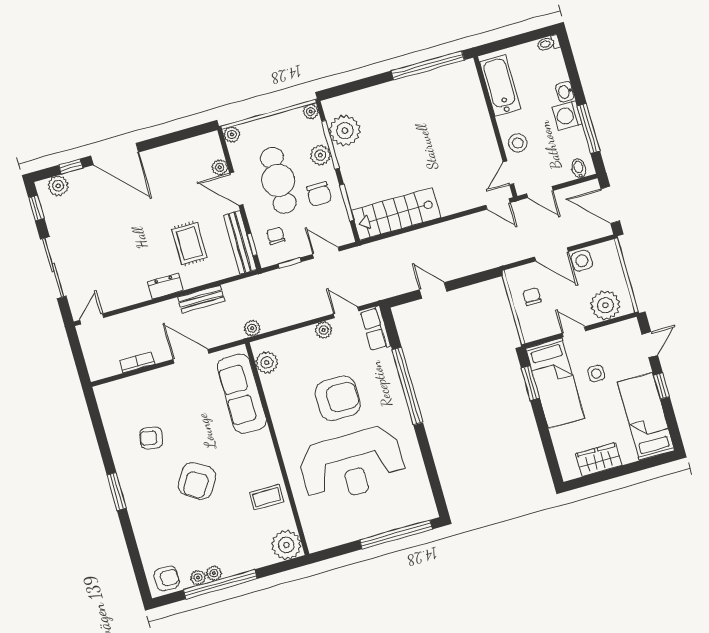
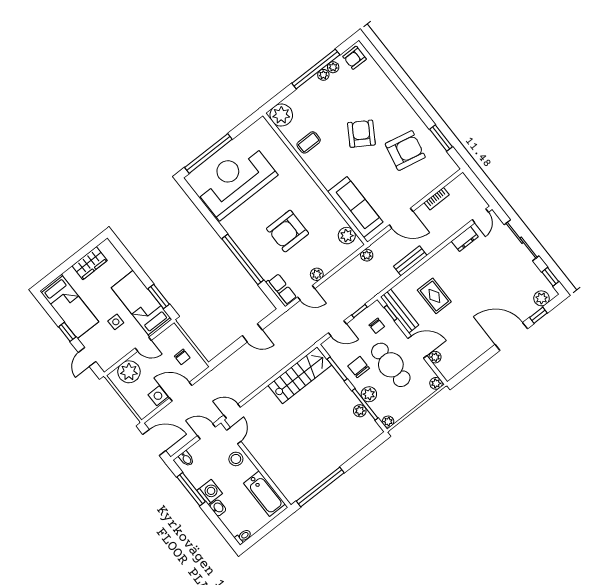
plant: (345, 131) -> (360, 411), width x0.53, depth x0.53
dresser: (165, 286) -> (465, 239), moved
armchair: (151, 438) -> (405, 151), width x1.88, depth x1.88
reception desk: (352, 465) -> (235, 181), moved
window: (117, 491) -> (441, 138), moved

